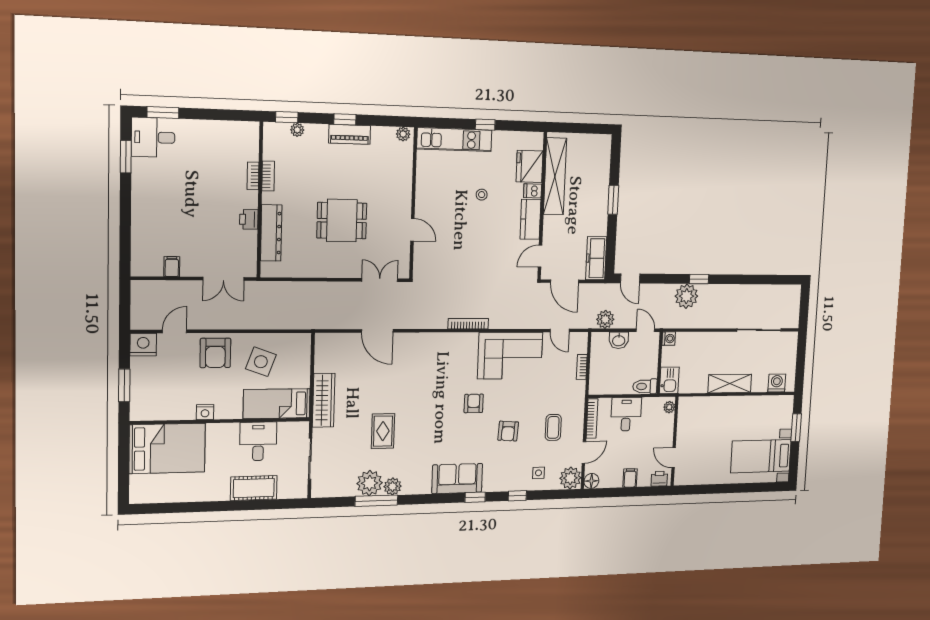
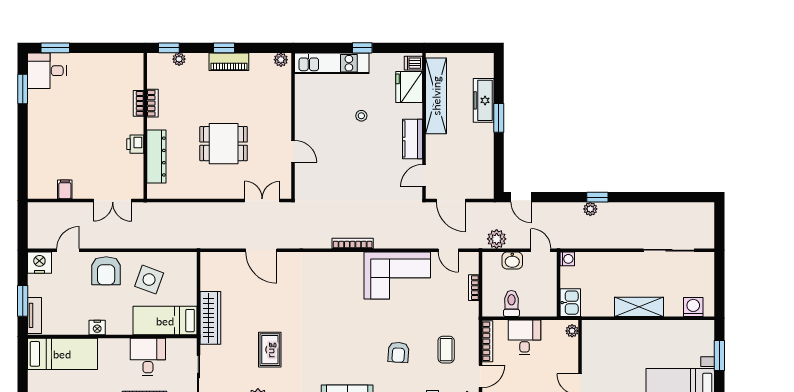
dishwasher: (533, 191) -> (413, 63), moved
freezer: (596, 258) -> (484, 100), moved
plant: (686, 296) -> (590, 209), width x0.53, depth x0.53
toilet: (645, 386) -> (511, 303), moved, turned 90
tv unit: (137, 401) -> (34, 315), added
armchair: (474, 403) -> (361, 323), removed
bed: (167, 448) -> (62, 354), width x0.67

